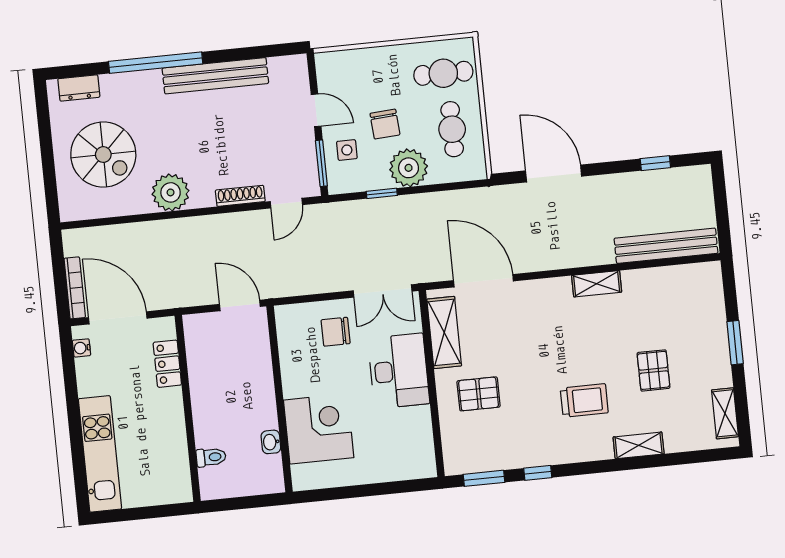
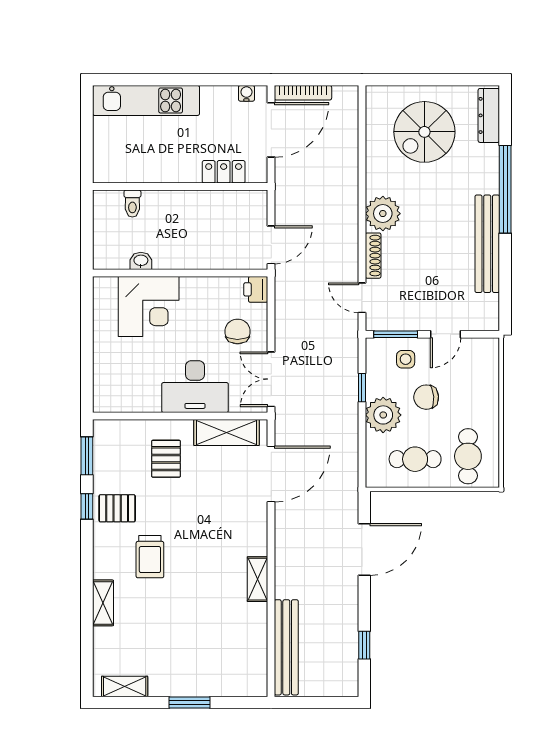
dresser: (79, 88) -> (489, 115), width x1.44
plant: (171, 192) -> (383, 214), moved
printer: (289, 317) -> (256, 289), added
pallet: (653, 370) -> (117, 508), moved

